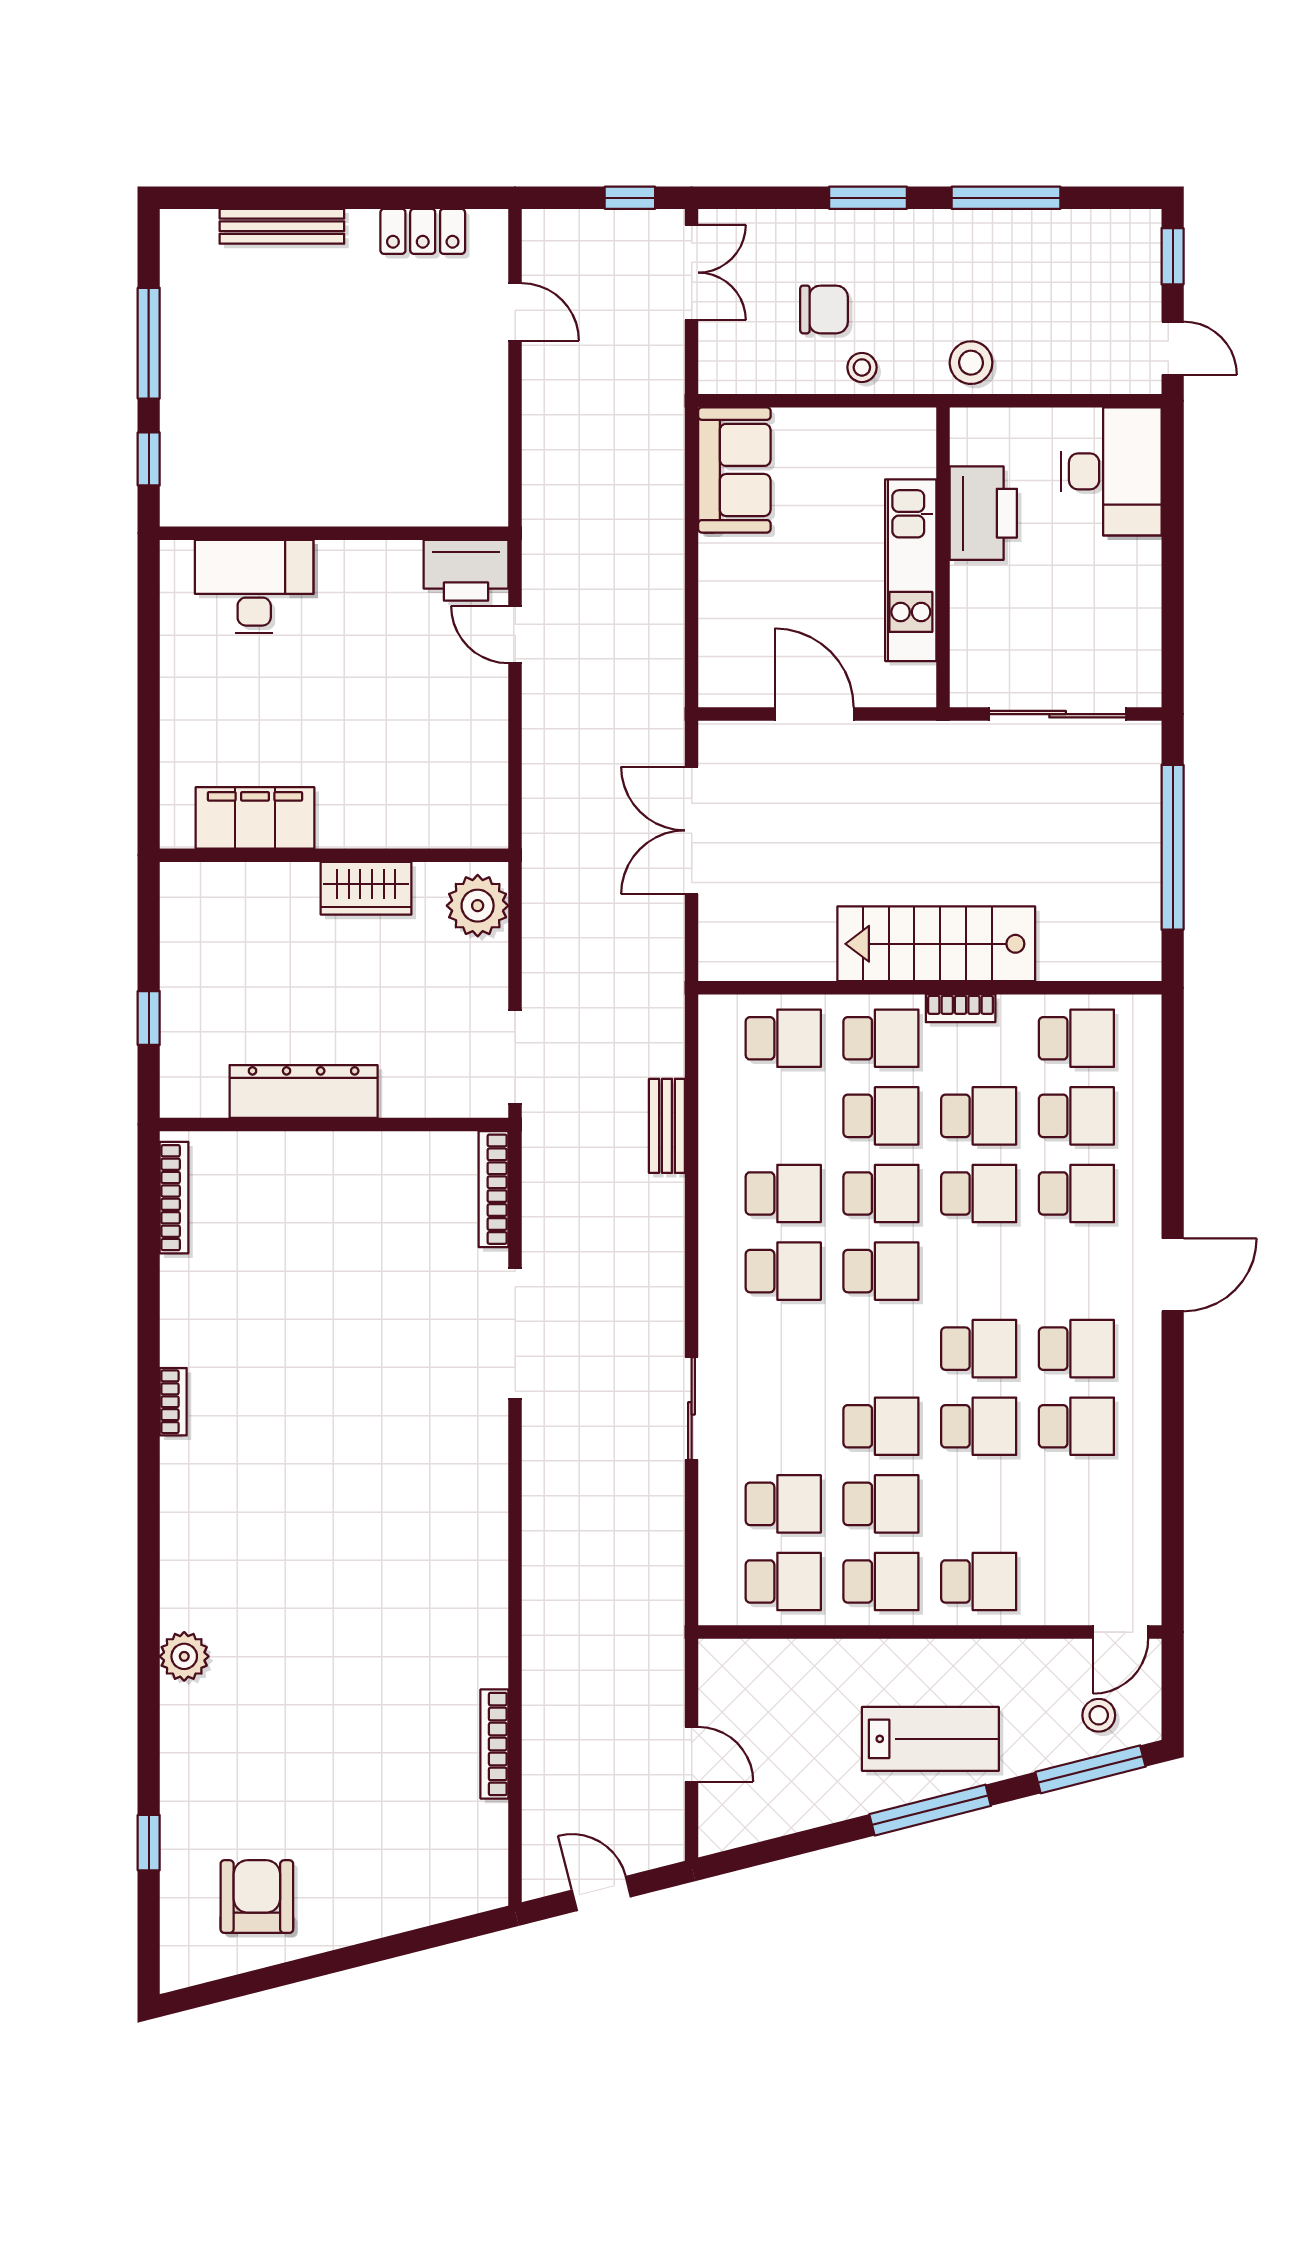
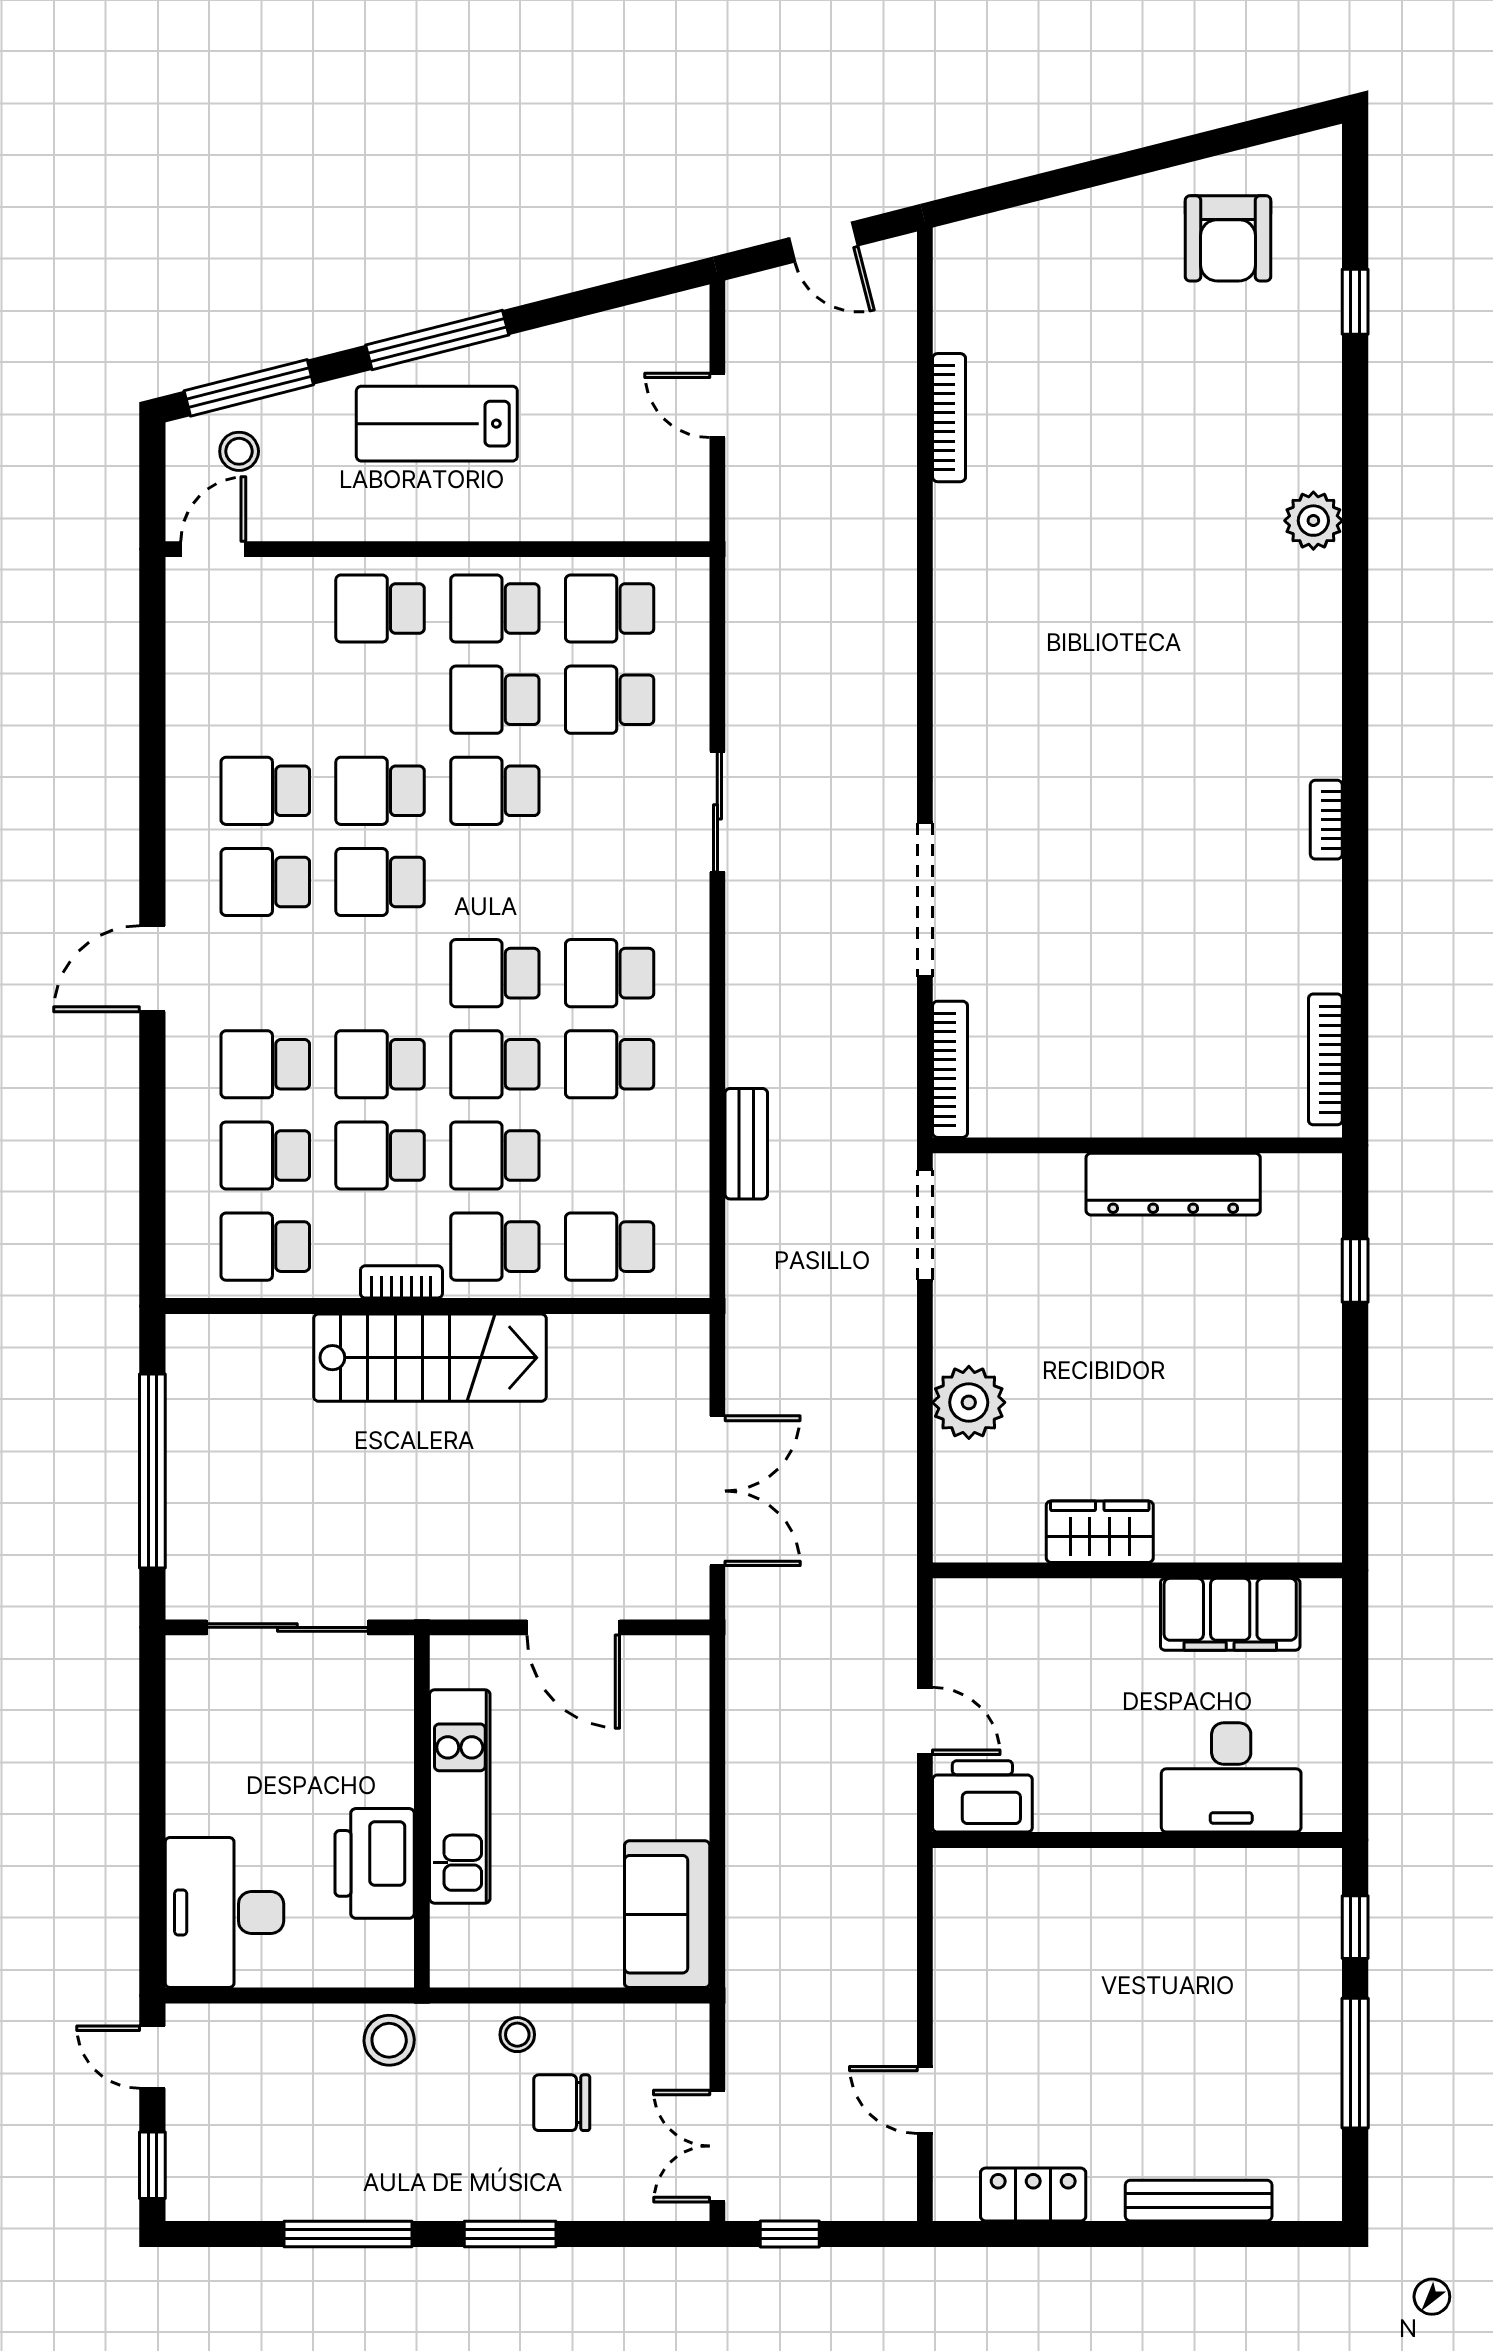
filing cabinet: (255, 818) -> (1230, 1614), moved
wall: (334, 855) -> (1137, 1570), moved
wardrobe: (366, 888) -> (1100, 1532), moved

